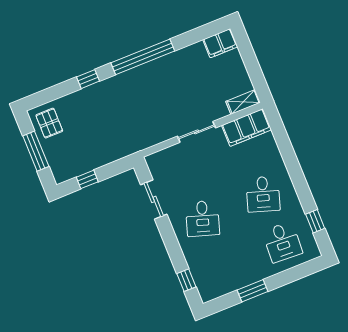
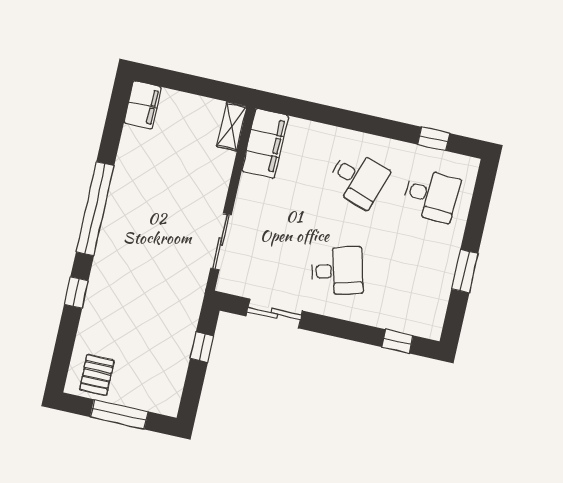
pallet: (49, 123) -> (97, 375), turned 90
sliding door: (196, 132) -> (221, 242), moved
window: (87, 179) -> (202, 347), moved
desk: (203, 218) -> (337, 271), turned -33

